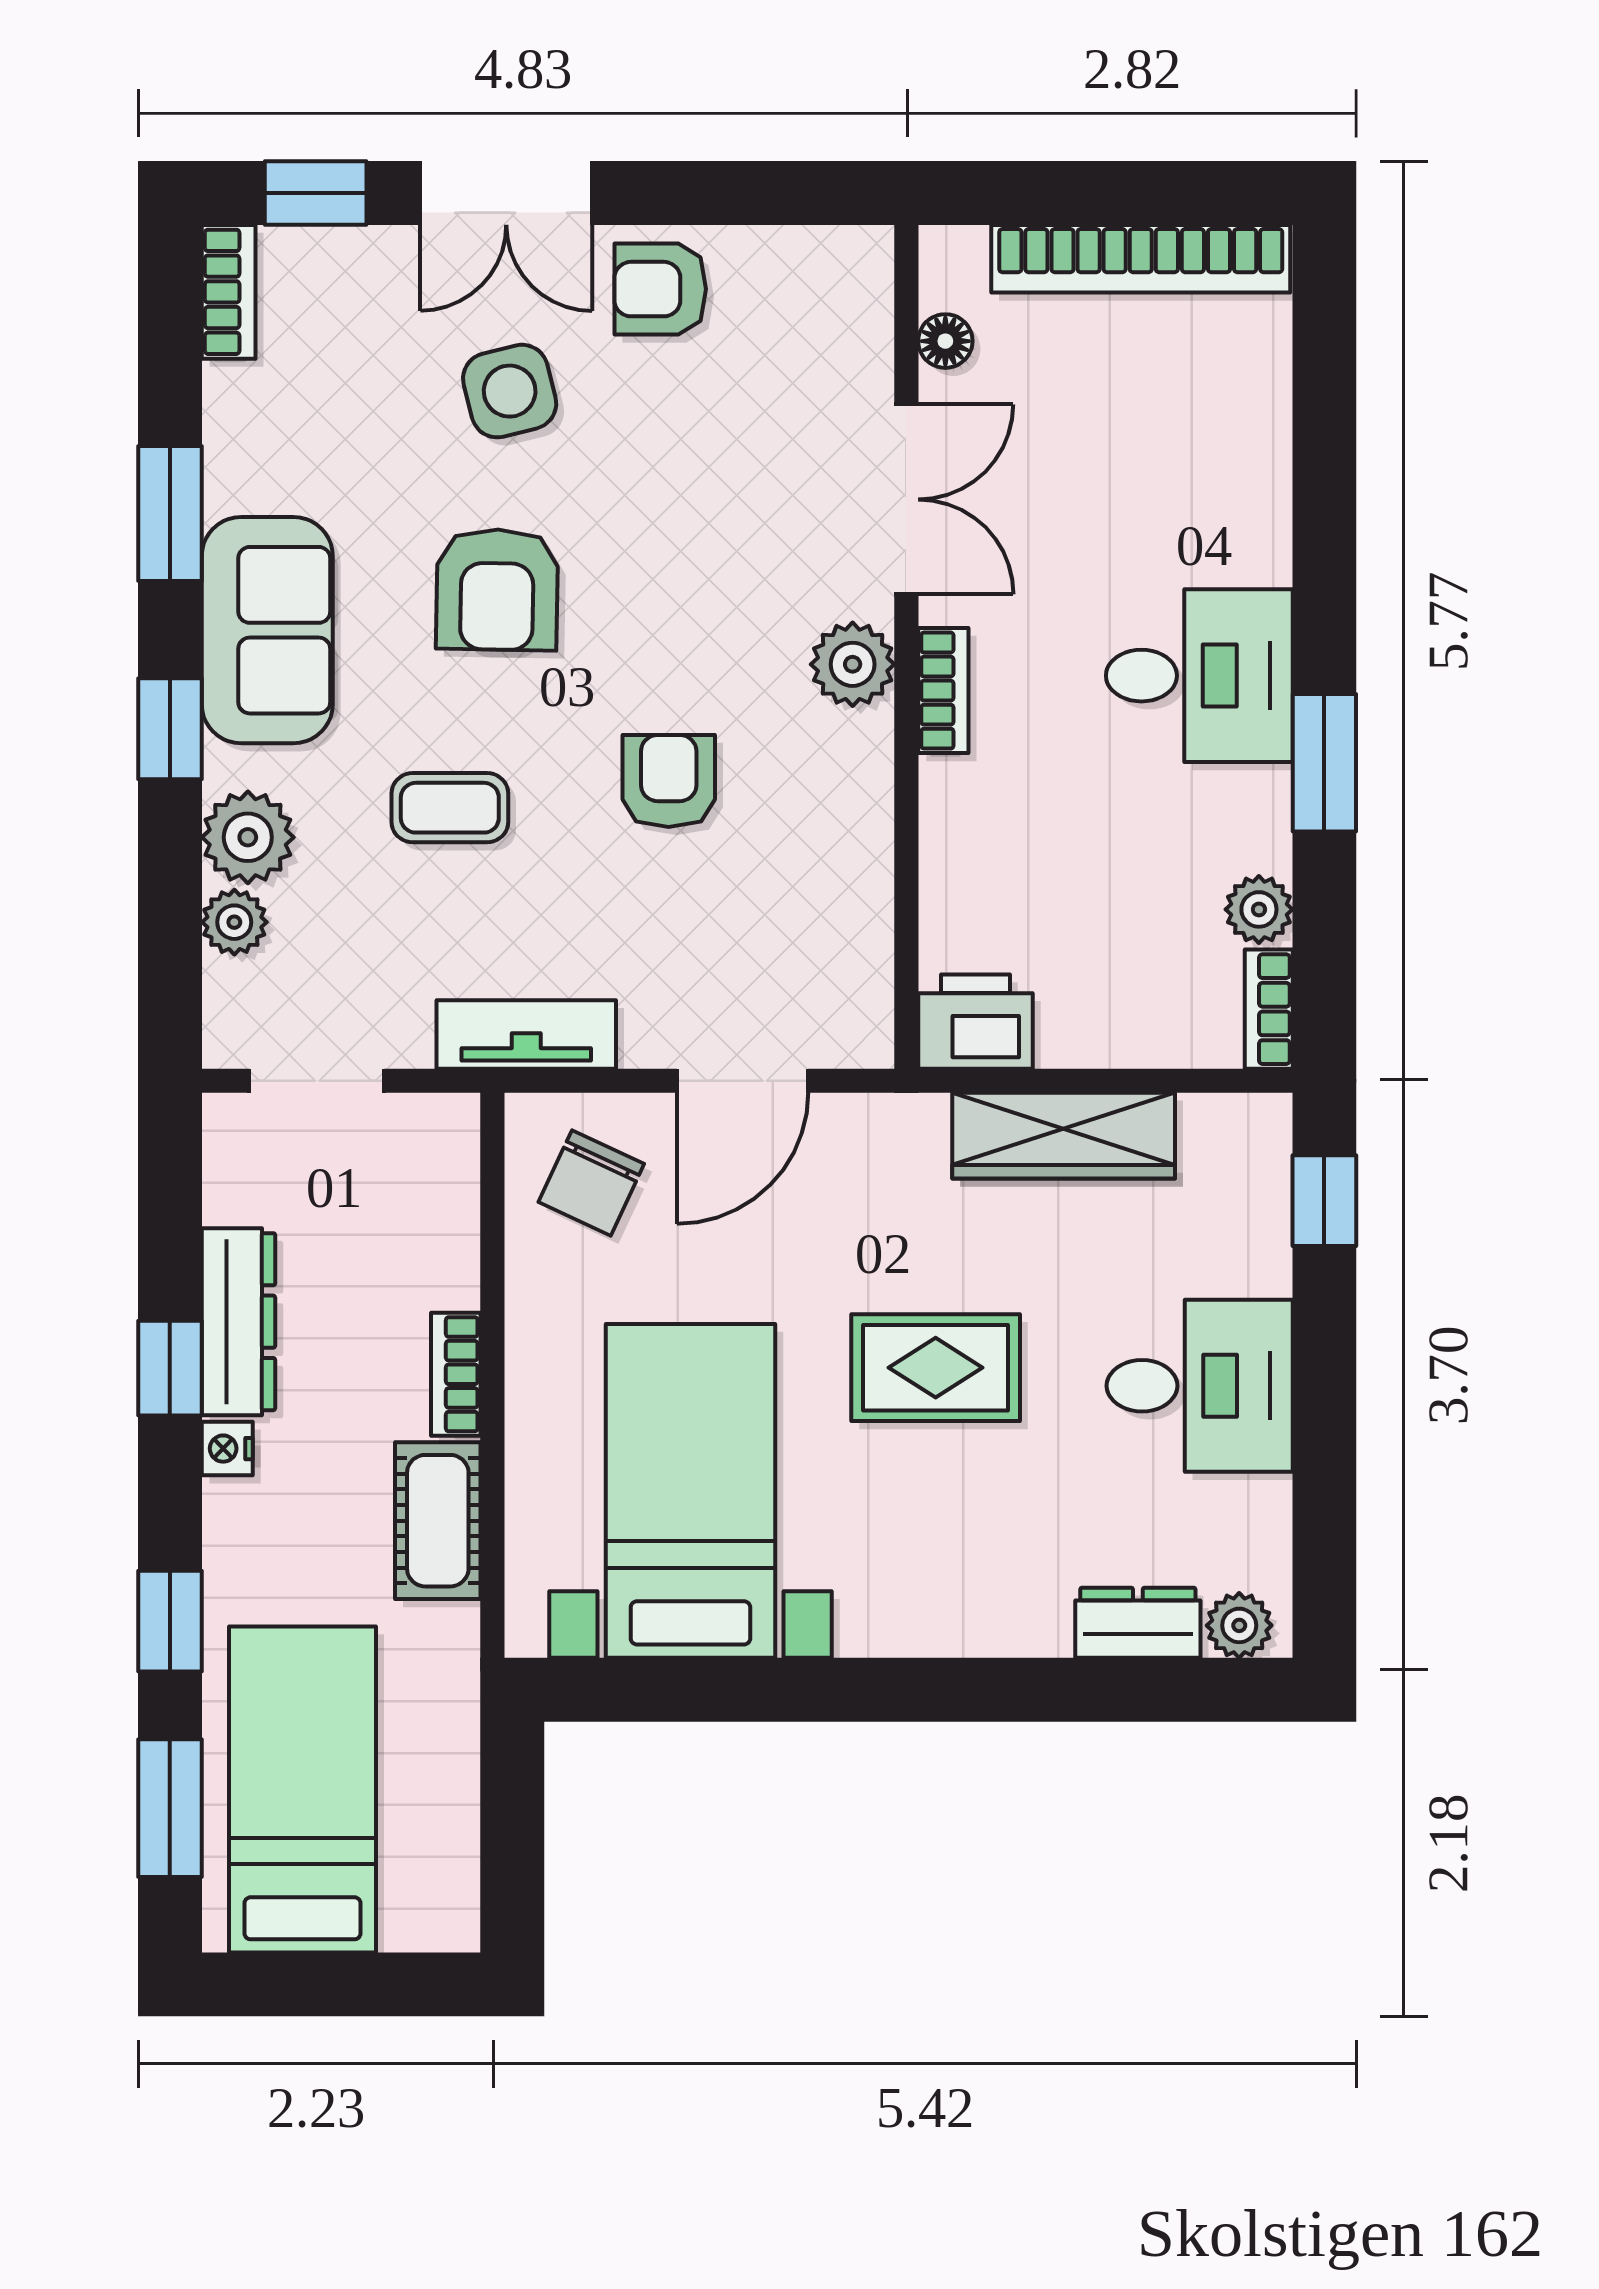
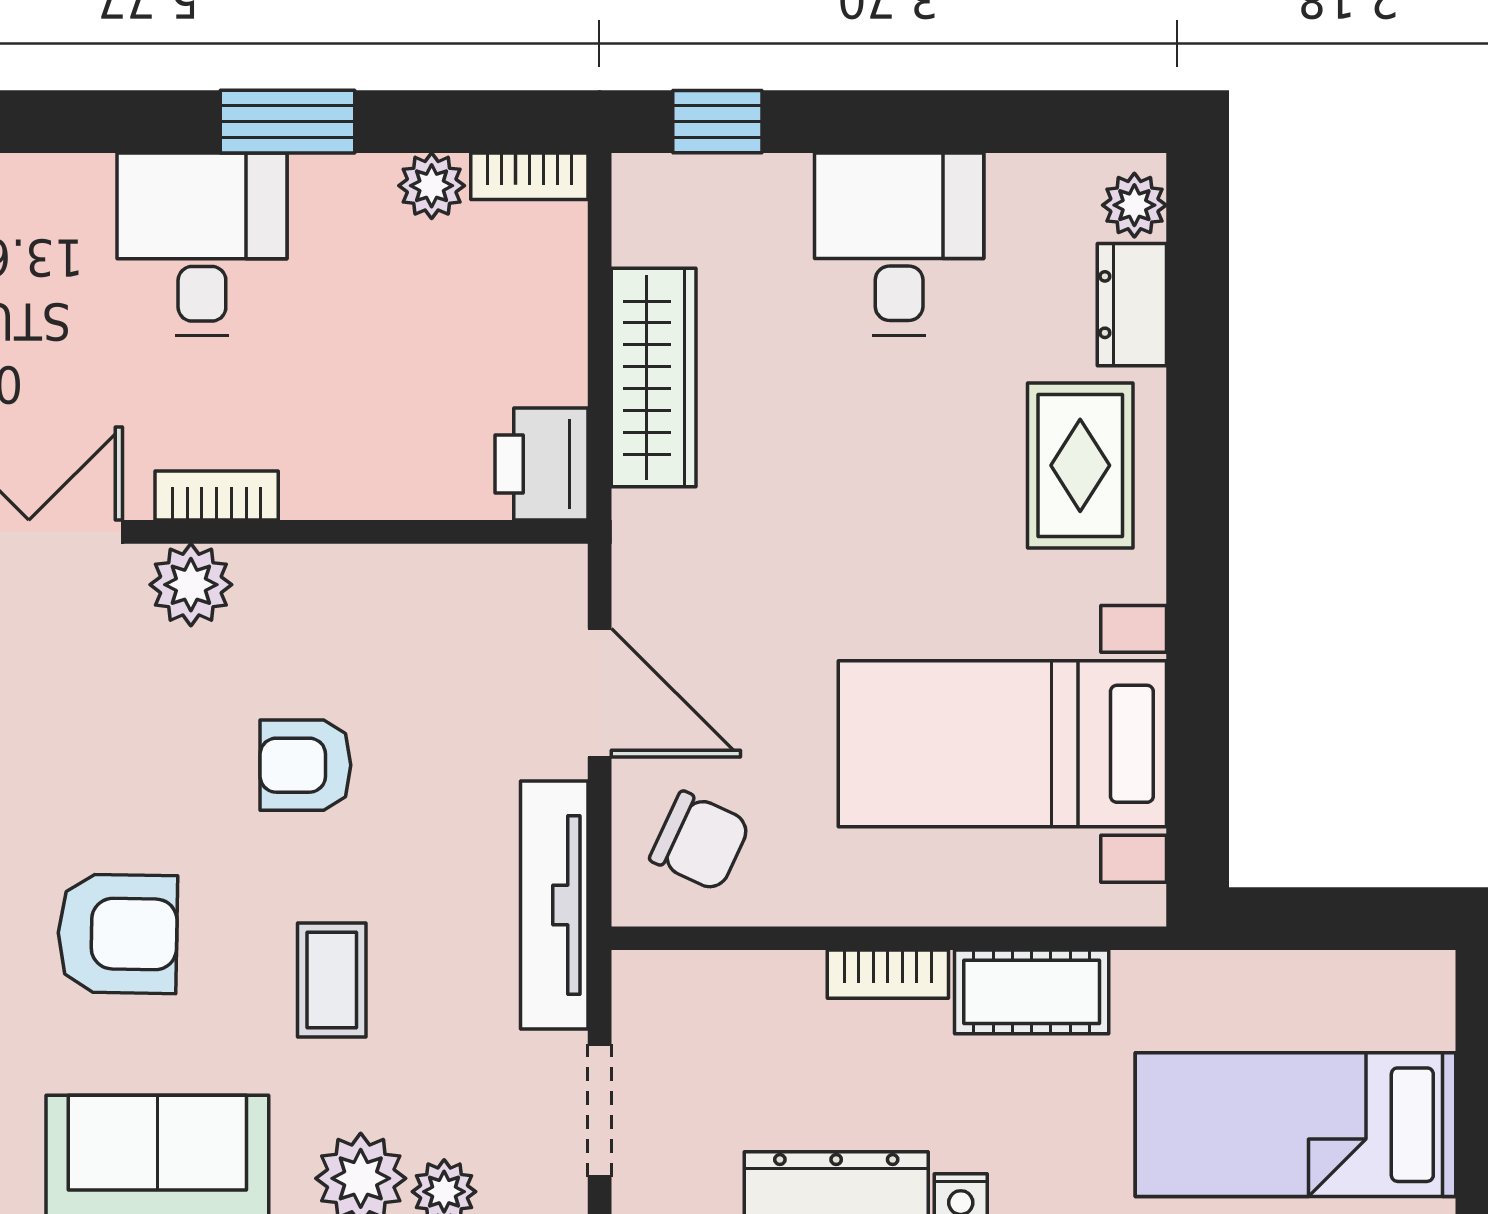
tv unit: (526, 1035) -> (554, 905), width x1.41
rug: (936, 1368) -> (1080, 465), moved

